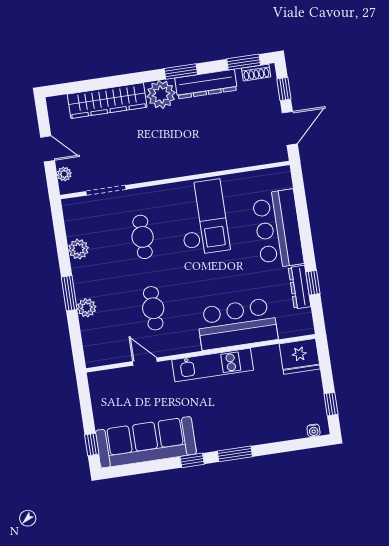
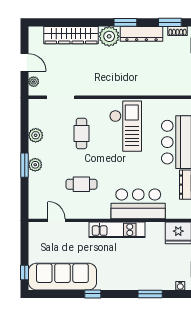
plant: (87, 308) -> (35, 165), moved
cafe table: (153, 308) -> (81, 184), turned 90
door: (145, 362) -> (56, 220), moved
window: (235, 454) -> (150, 294), moved

